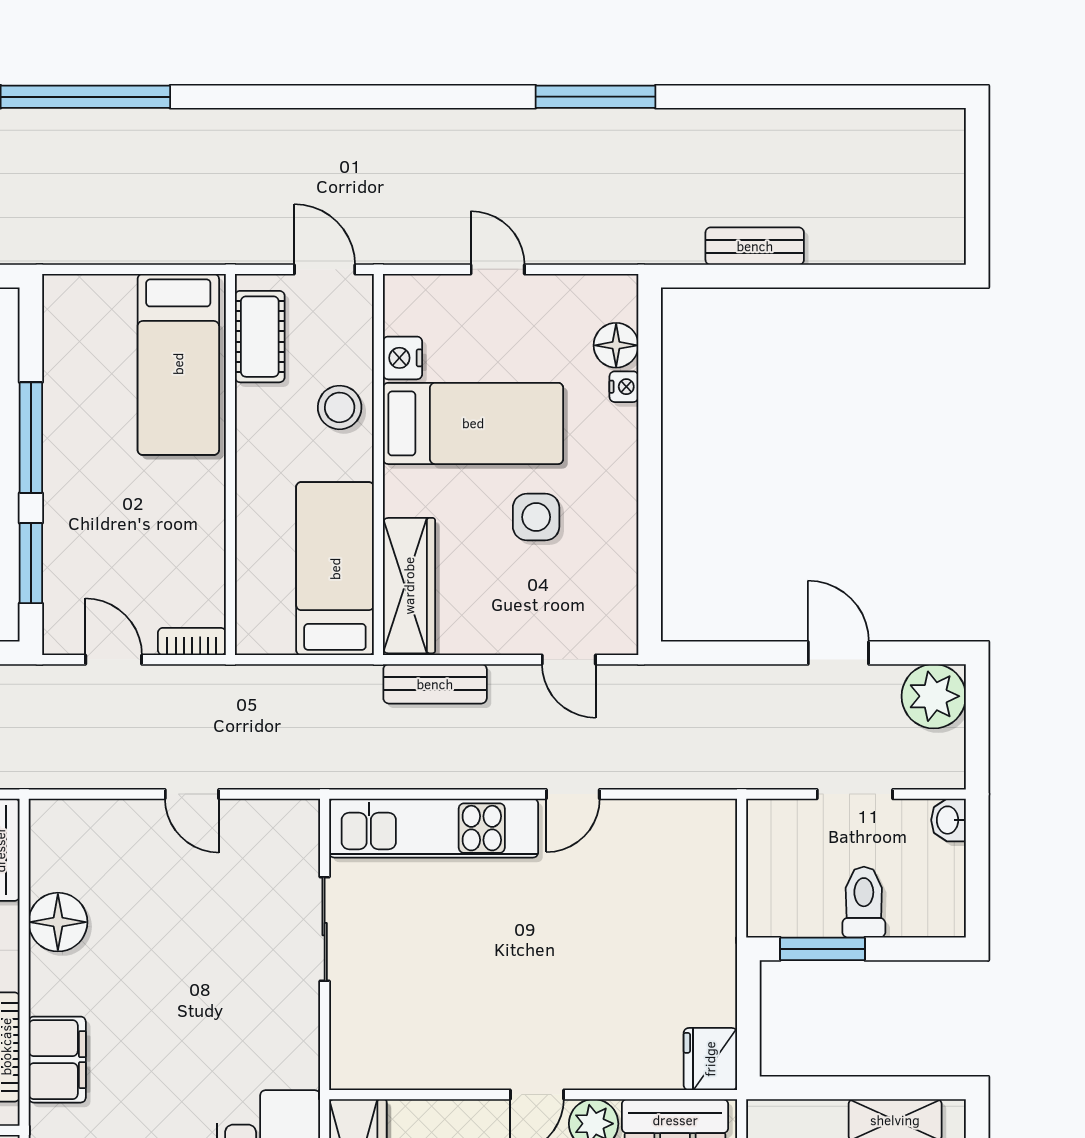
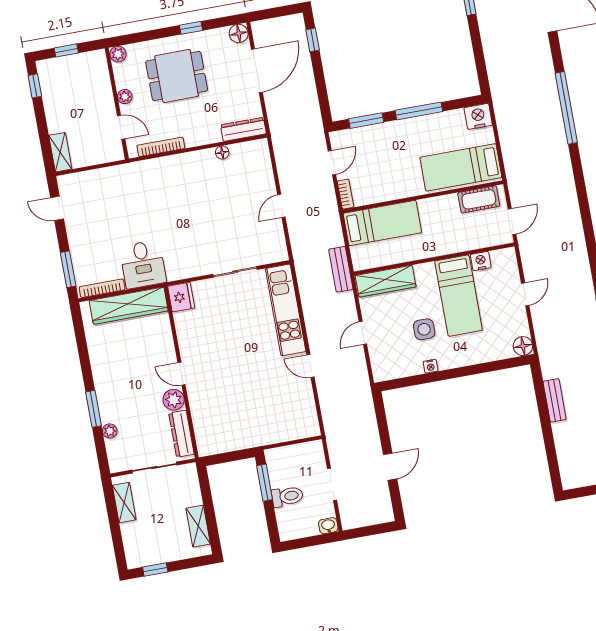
nightstand: (68, 303) -> (478, 116), added
floor lamp: (616, 345) -> (523, 346), moved
nightstand: (624, 387) -> (431, 366), moved
stool: (340, 407) -> (455, 238), removed
bed: (335, 569) -> (382, 223), moved
door: (569, 660) -> (363, 333), moved
bench: (435, 684) -> (341, 269), moved
plant: (934, 696) -> (379, 510), removed
floor lamp: (58, 922) -> (222, 152), width x0.53, depth x0.53
fridge: (710, 1059) -> (181, 297), moved, turned 90
filing cabinet: (57, 1060) -> (160, 170), removed

